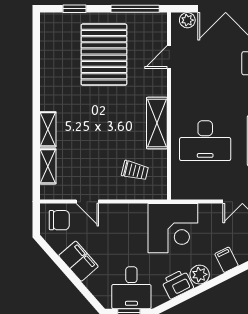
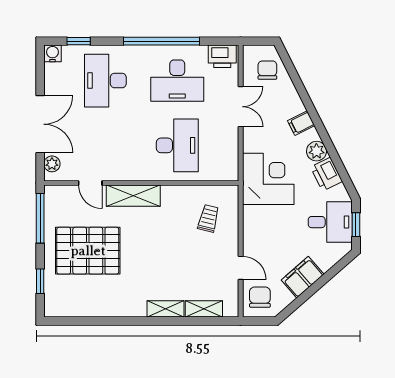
shelving: (157, 123) -> (133, 196), moved
door: (87, 202) -> (241, 268), hinge flipped

